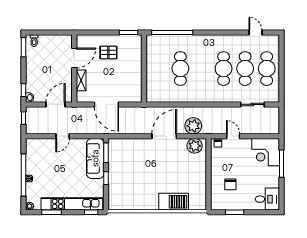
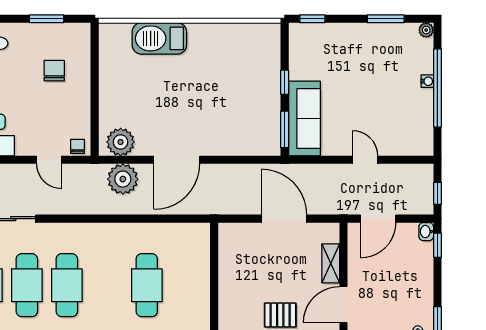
door: (63, 136) -> (365, 160), hinge flipped
kitchen unit: (72, 204) -> (348, 34), removed

